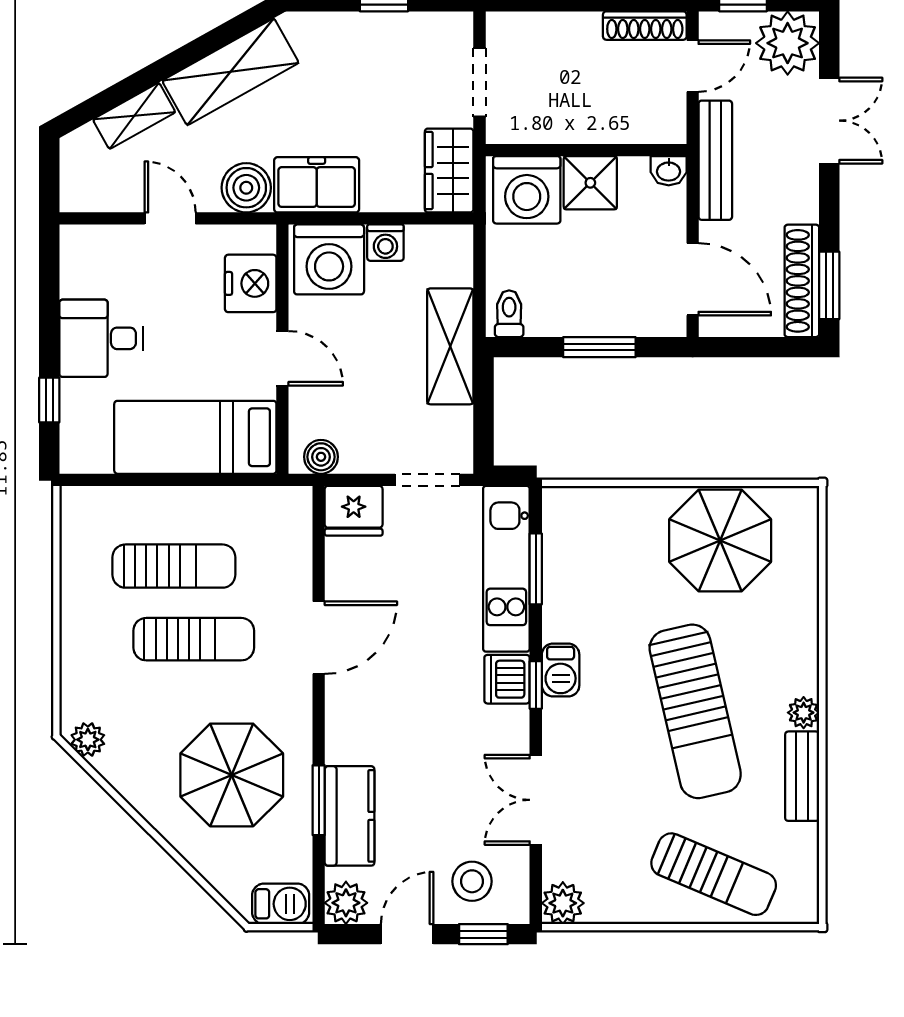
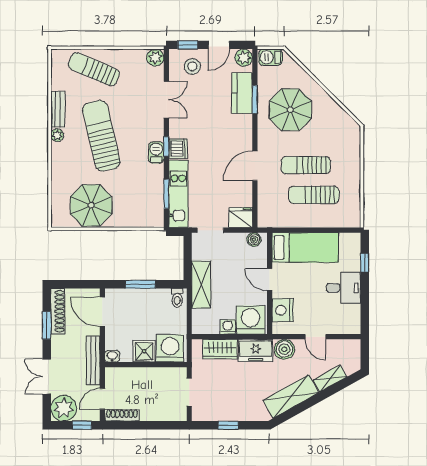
wardrobe: (449, 170) -> (220, 349), moved, turned 90
window: (829, 285) -> (47, 325), moved
plant: (88, 740) -> (349, 124), removed

